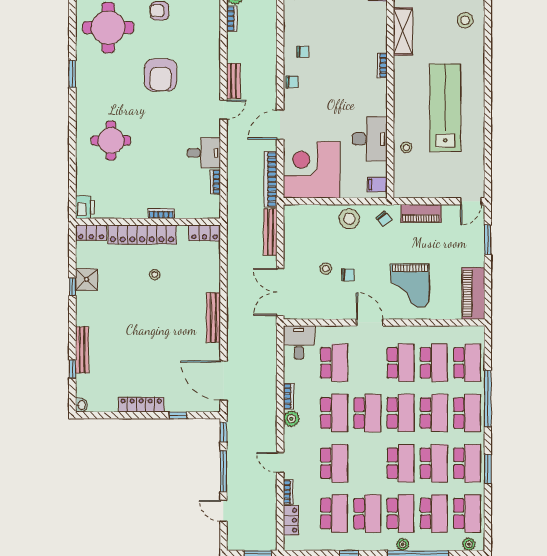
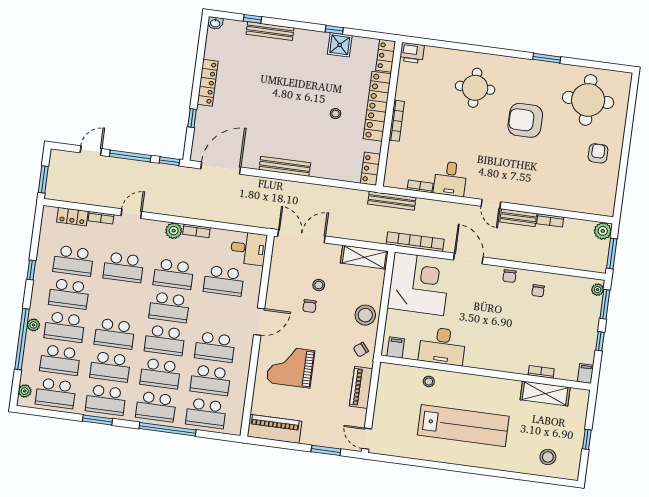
bookcase: (232, 19) -> (550, 220), moved
bookcase: (382, 65) -> (541, 372), moved
armchair: (160, 75) -> (525, 120), moved
bookcase: (161, 213) -> (397, 121), width x1.56
shelving: (292, 227) -> (364, 257), added
bench: (270, 232) -> (392, 201), moved

